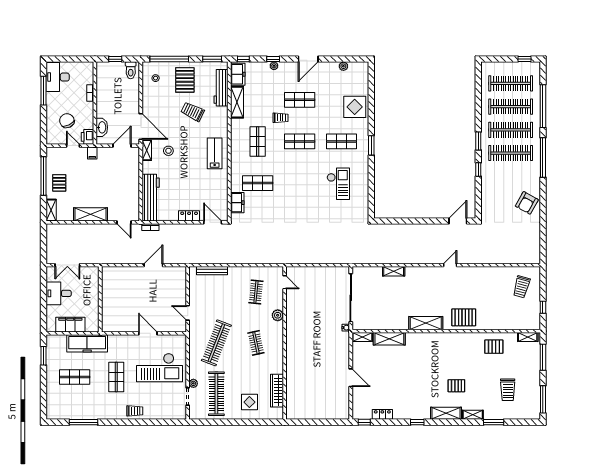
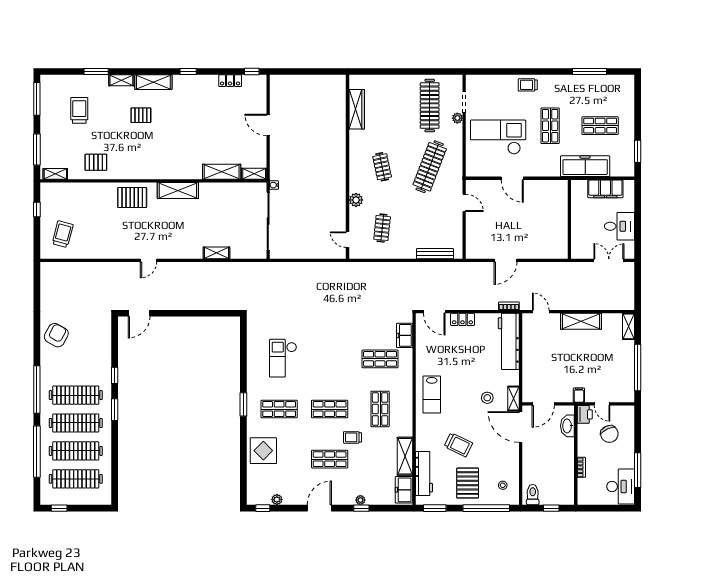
window: (243, 59) -> (263, 508), moved
pallet: (59, 183) -> (619, 359), removed
display table: (249, 402) -> (390, 96), removed

